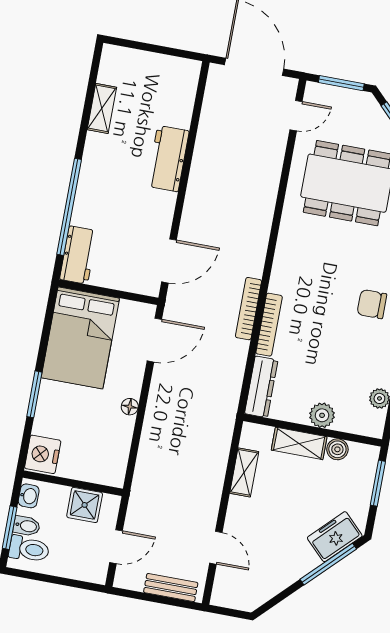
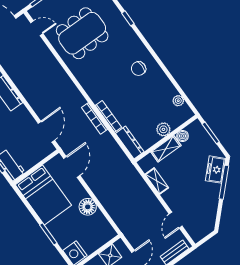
door: (296, 116) -> (37, 28), hinge flipped
floor lamp: (130, 407) -> (88, 207), width x1.89, depth x1.89
door: (216, 548) -> (176, 220), swing flipped

